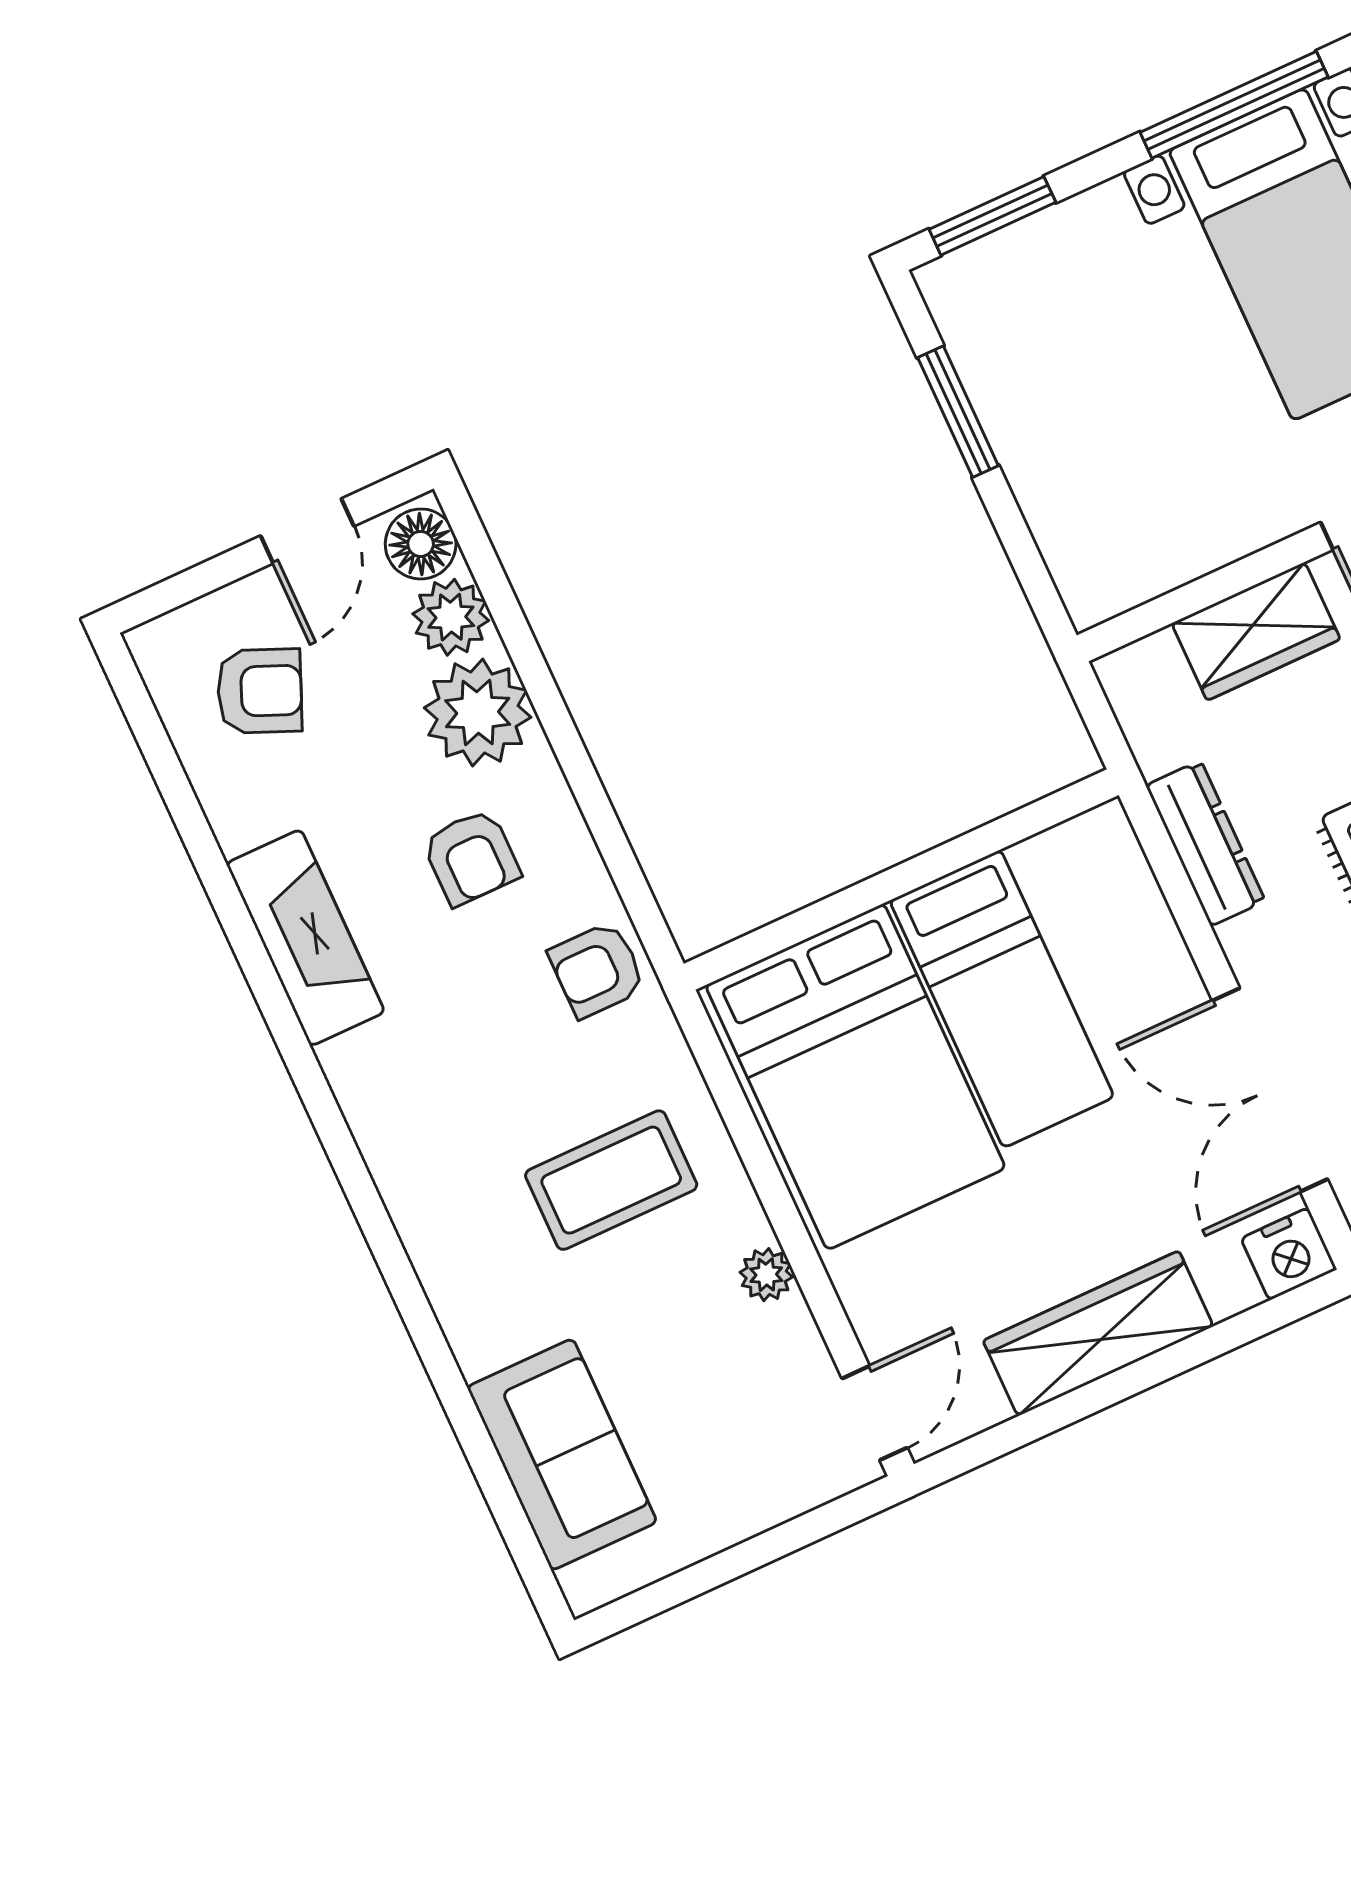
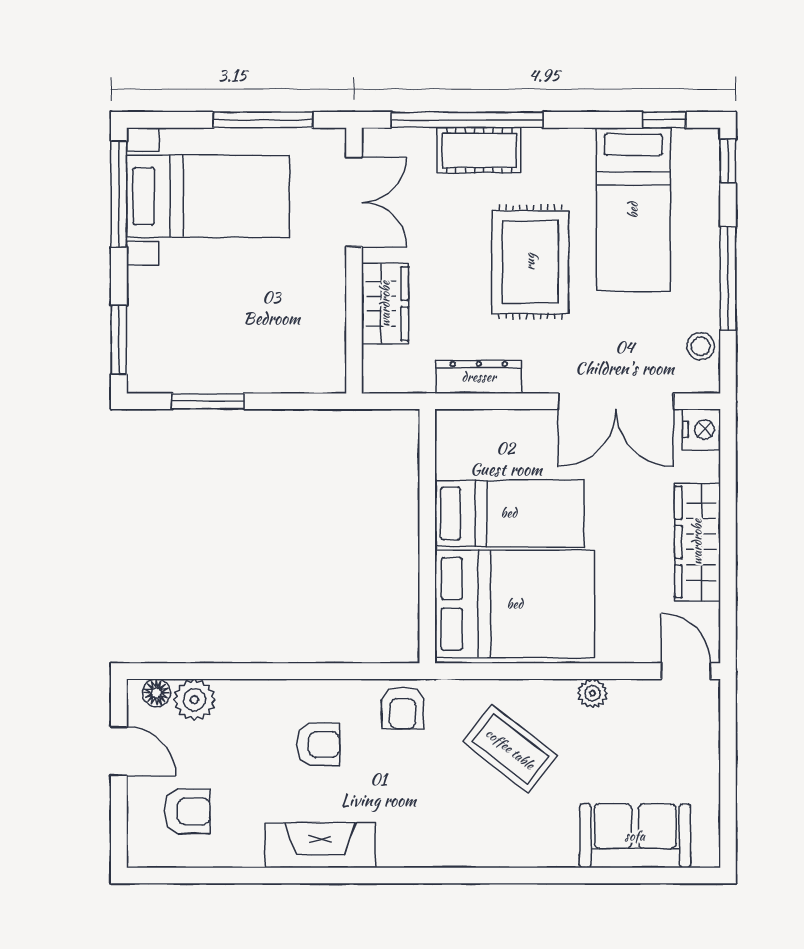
floor lamp: (421, 544) -> (156, 693), width x0.73, depth x0.73
armchair: (260, 691) -> (187, 811), turned 67
plant: (478, 713) -> (248, 708), removed
coffee table: (611, 1180) -> (510, 749), turned -52

